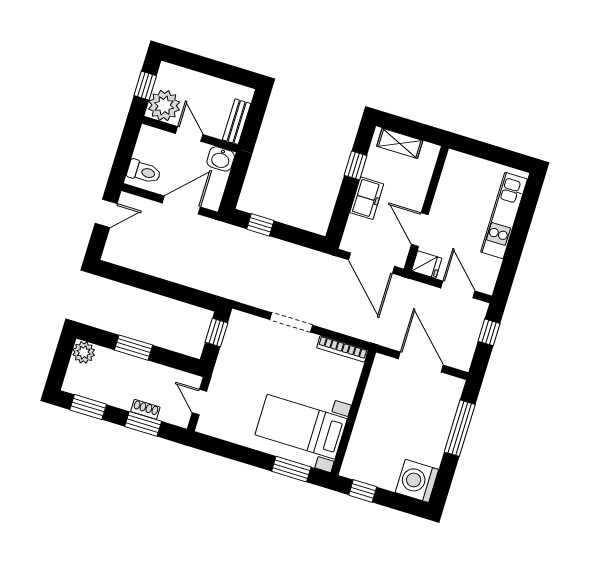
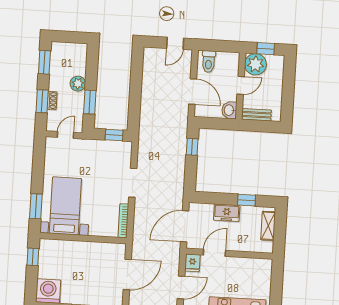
door: (106, 213) -> (175, 43), hinge flipped
window: (134, 348) -> (90, 102), moved
plant: (84, 352) -> (78, 84), moved

